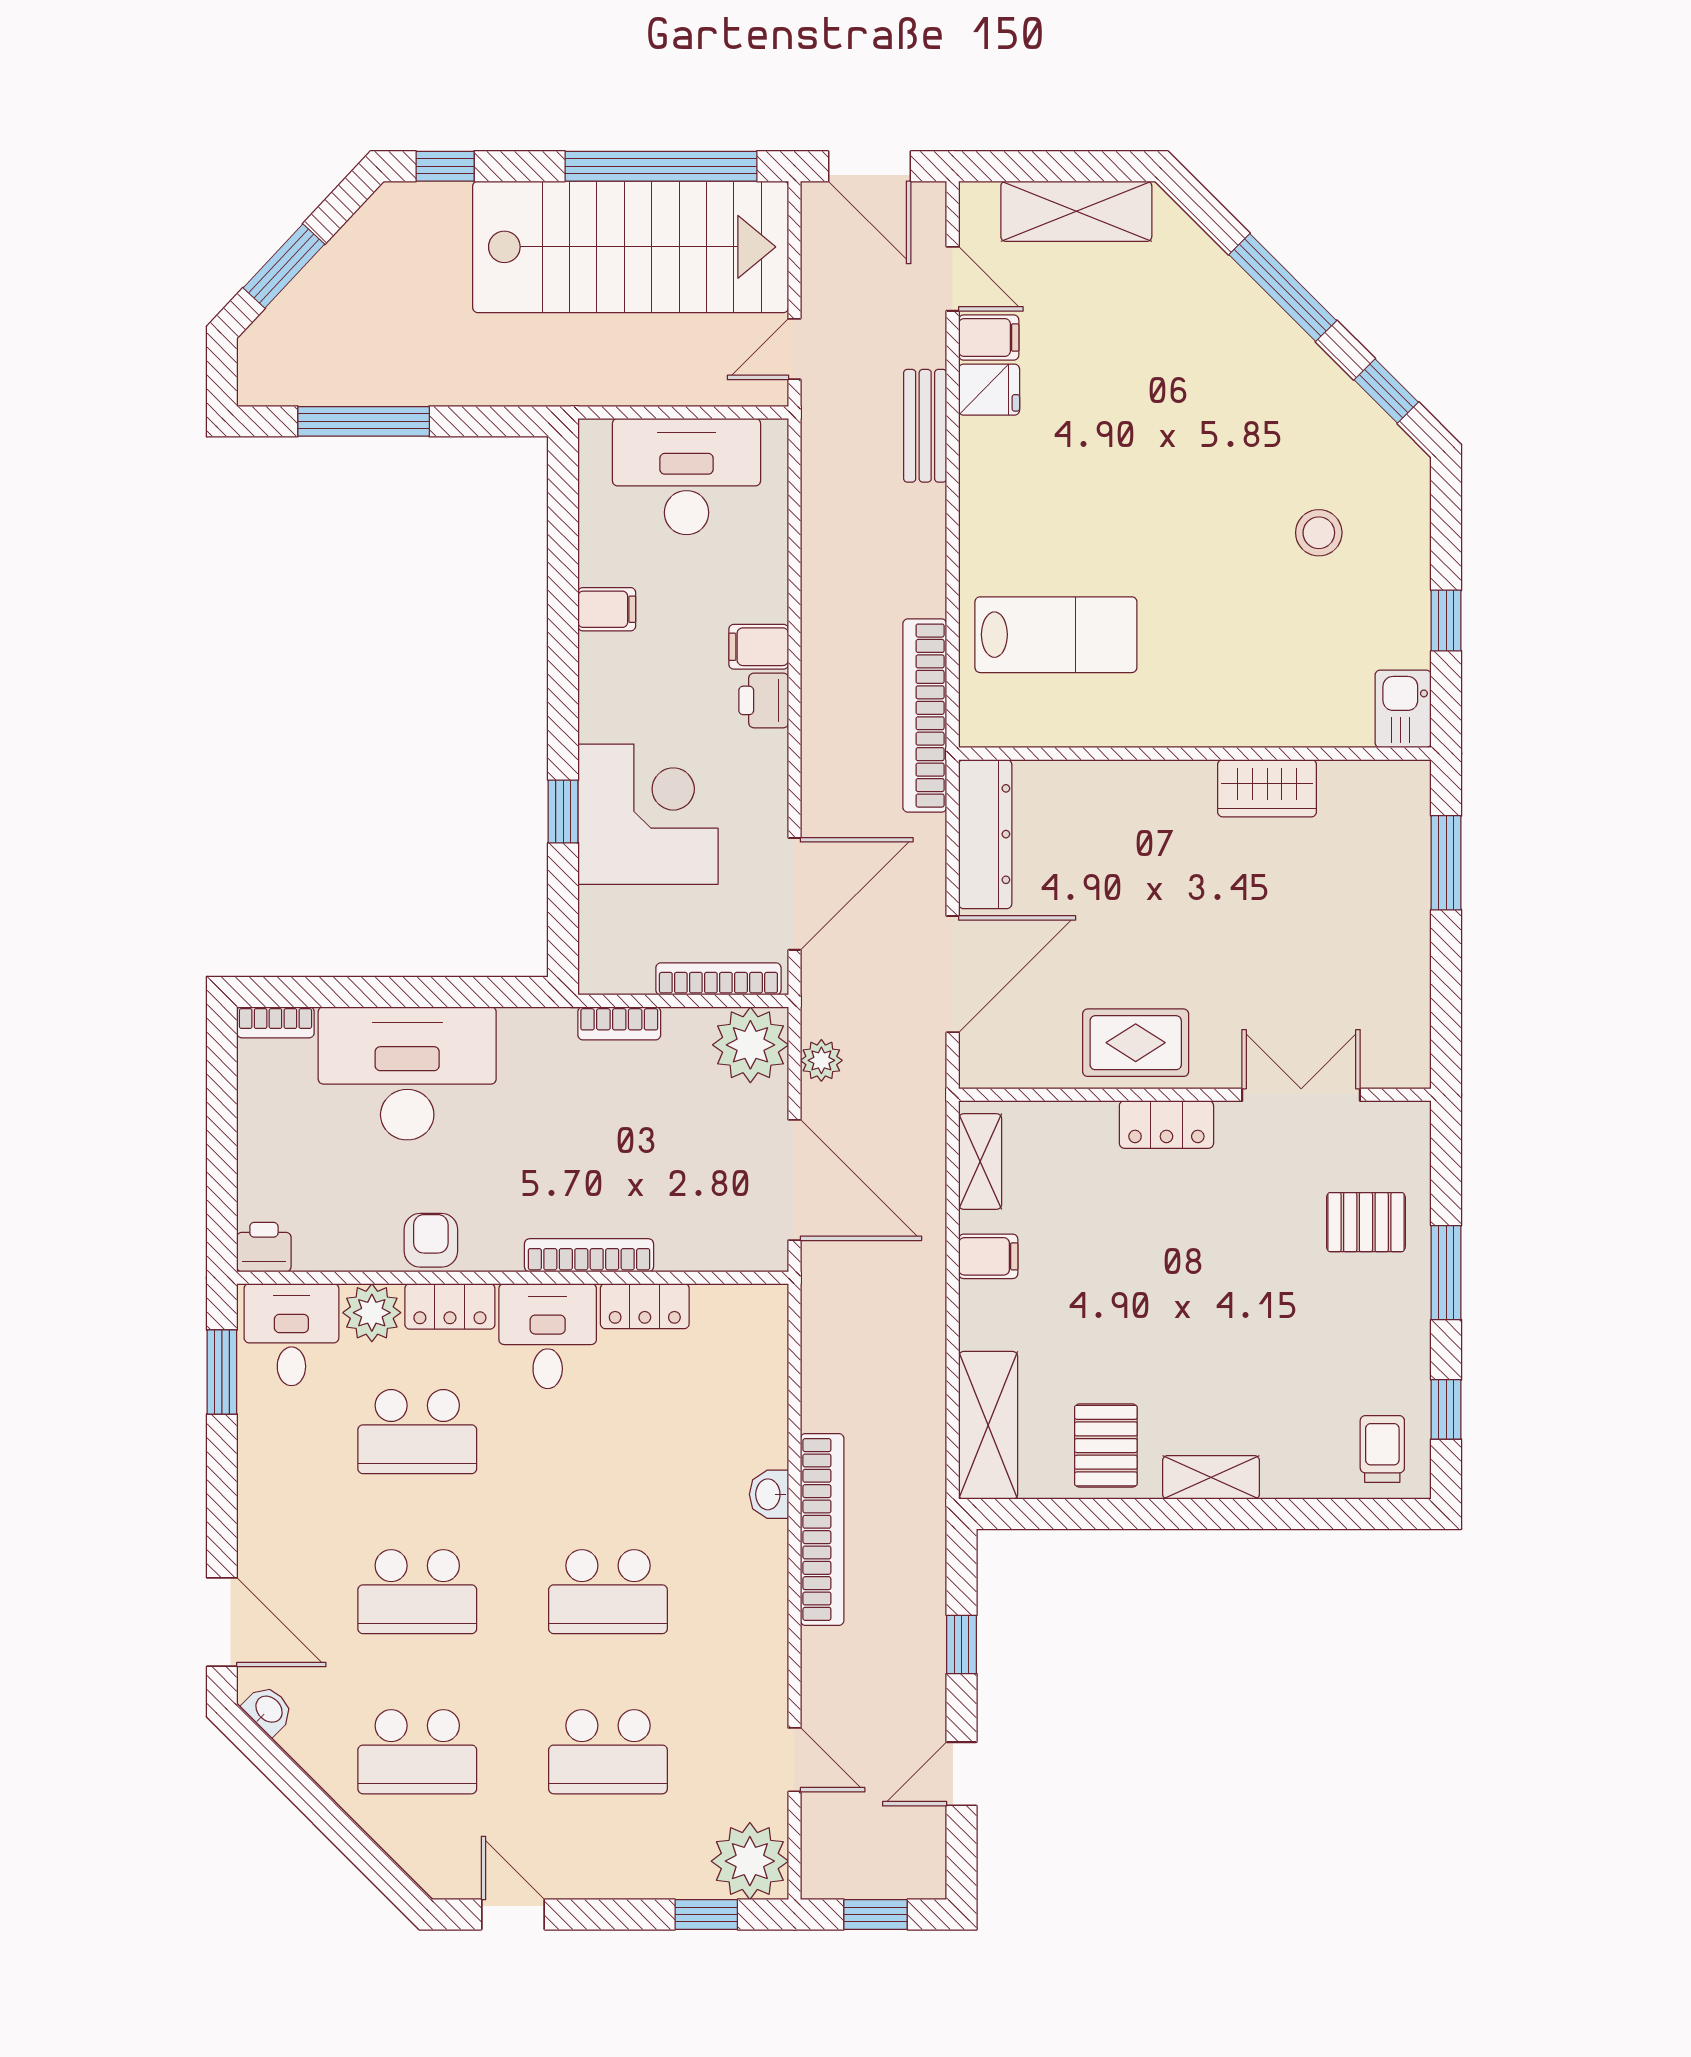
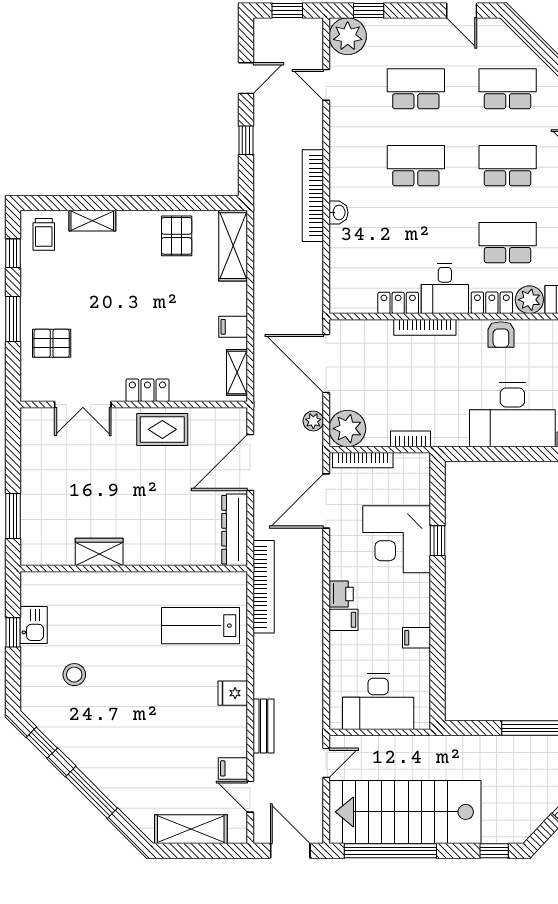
fridge: (989, 390) -> (233, 693), moved
kitchen sink: (1403, 709) -> (34, 625), moved
shelving: (1211, 1477) -> (92, 221), moved

